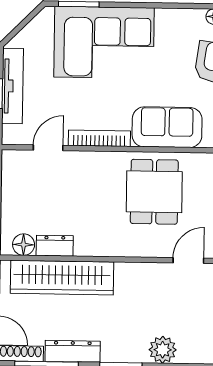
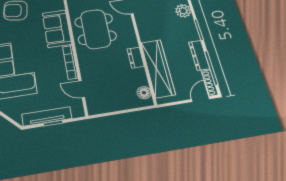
dining table: (154, 192) -> (95, 29), width x1.38
dresser: (55, 246) -> (136, 58), moved

